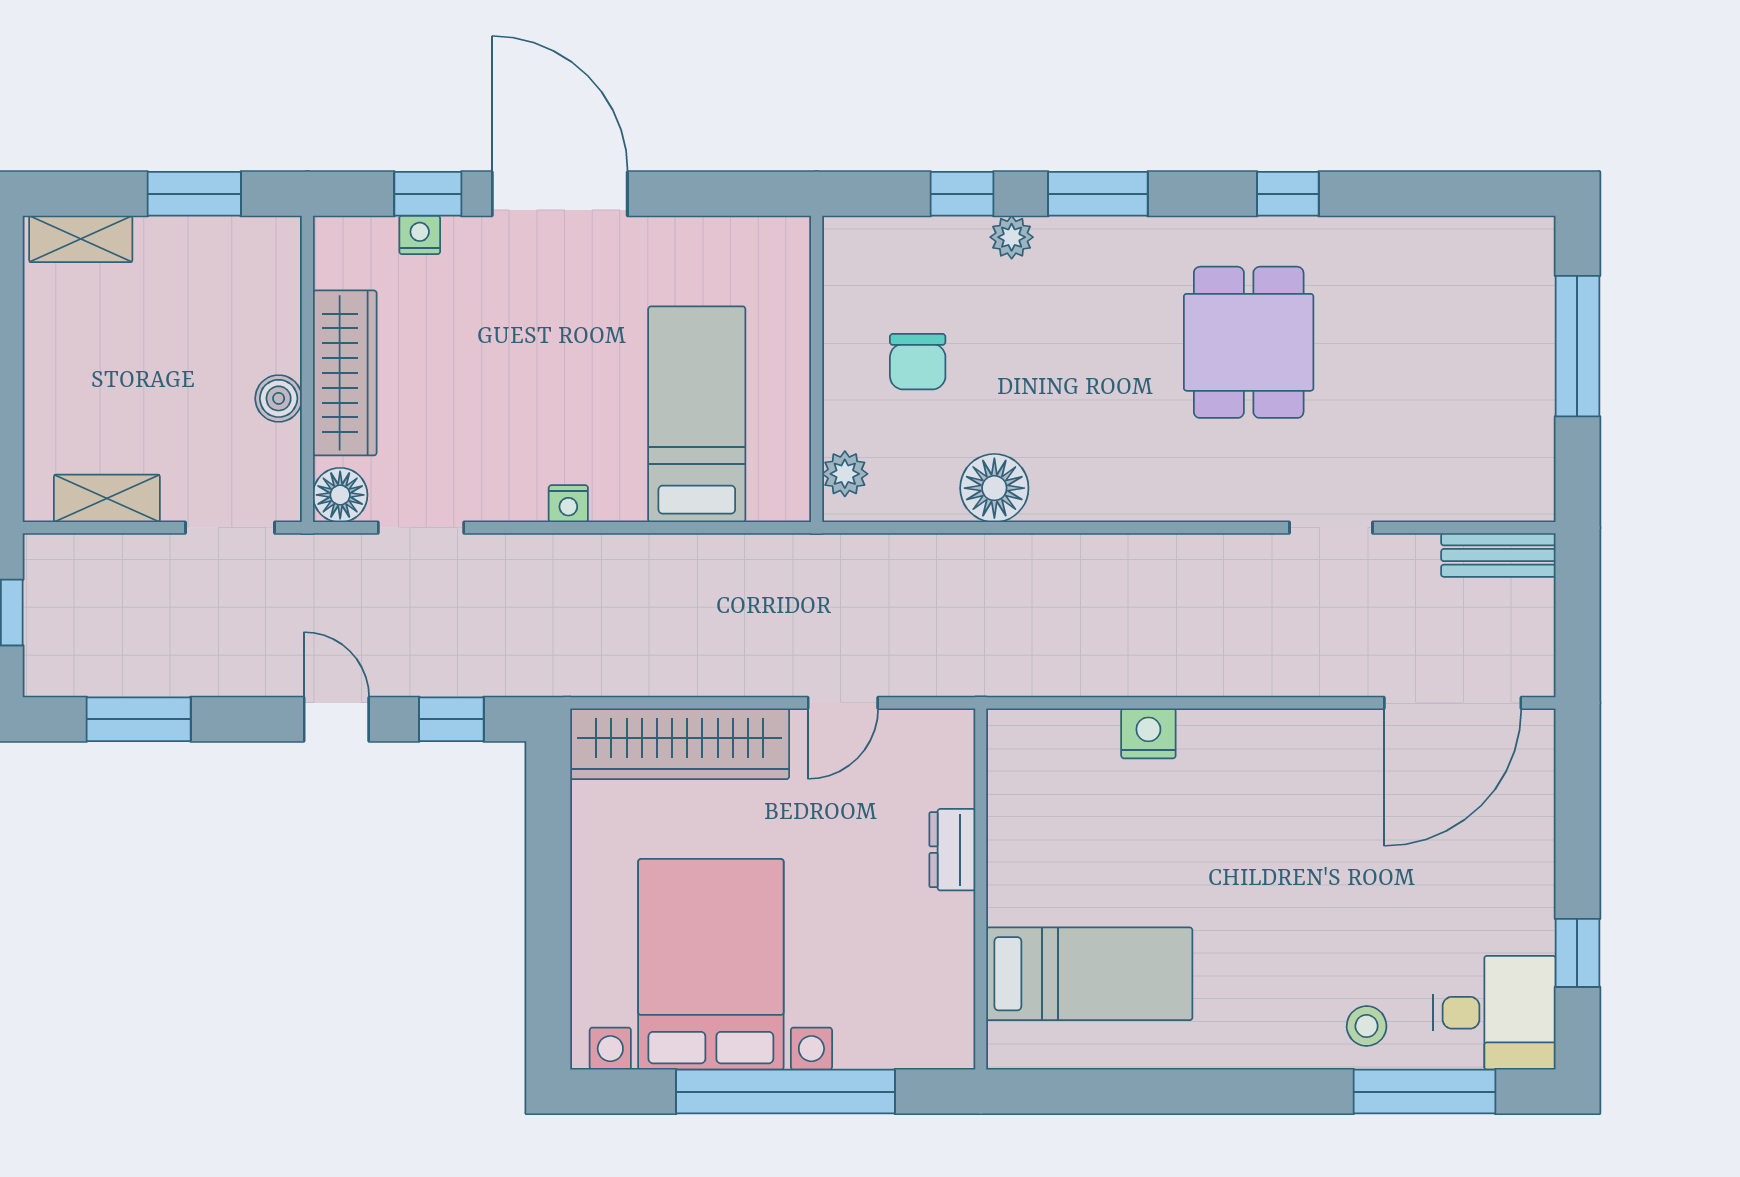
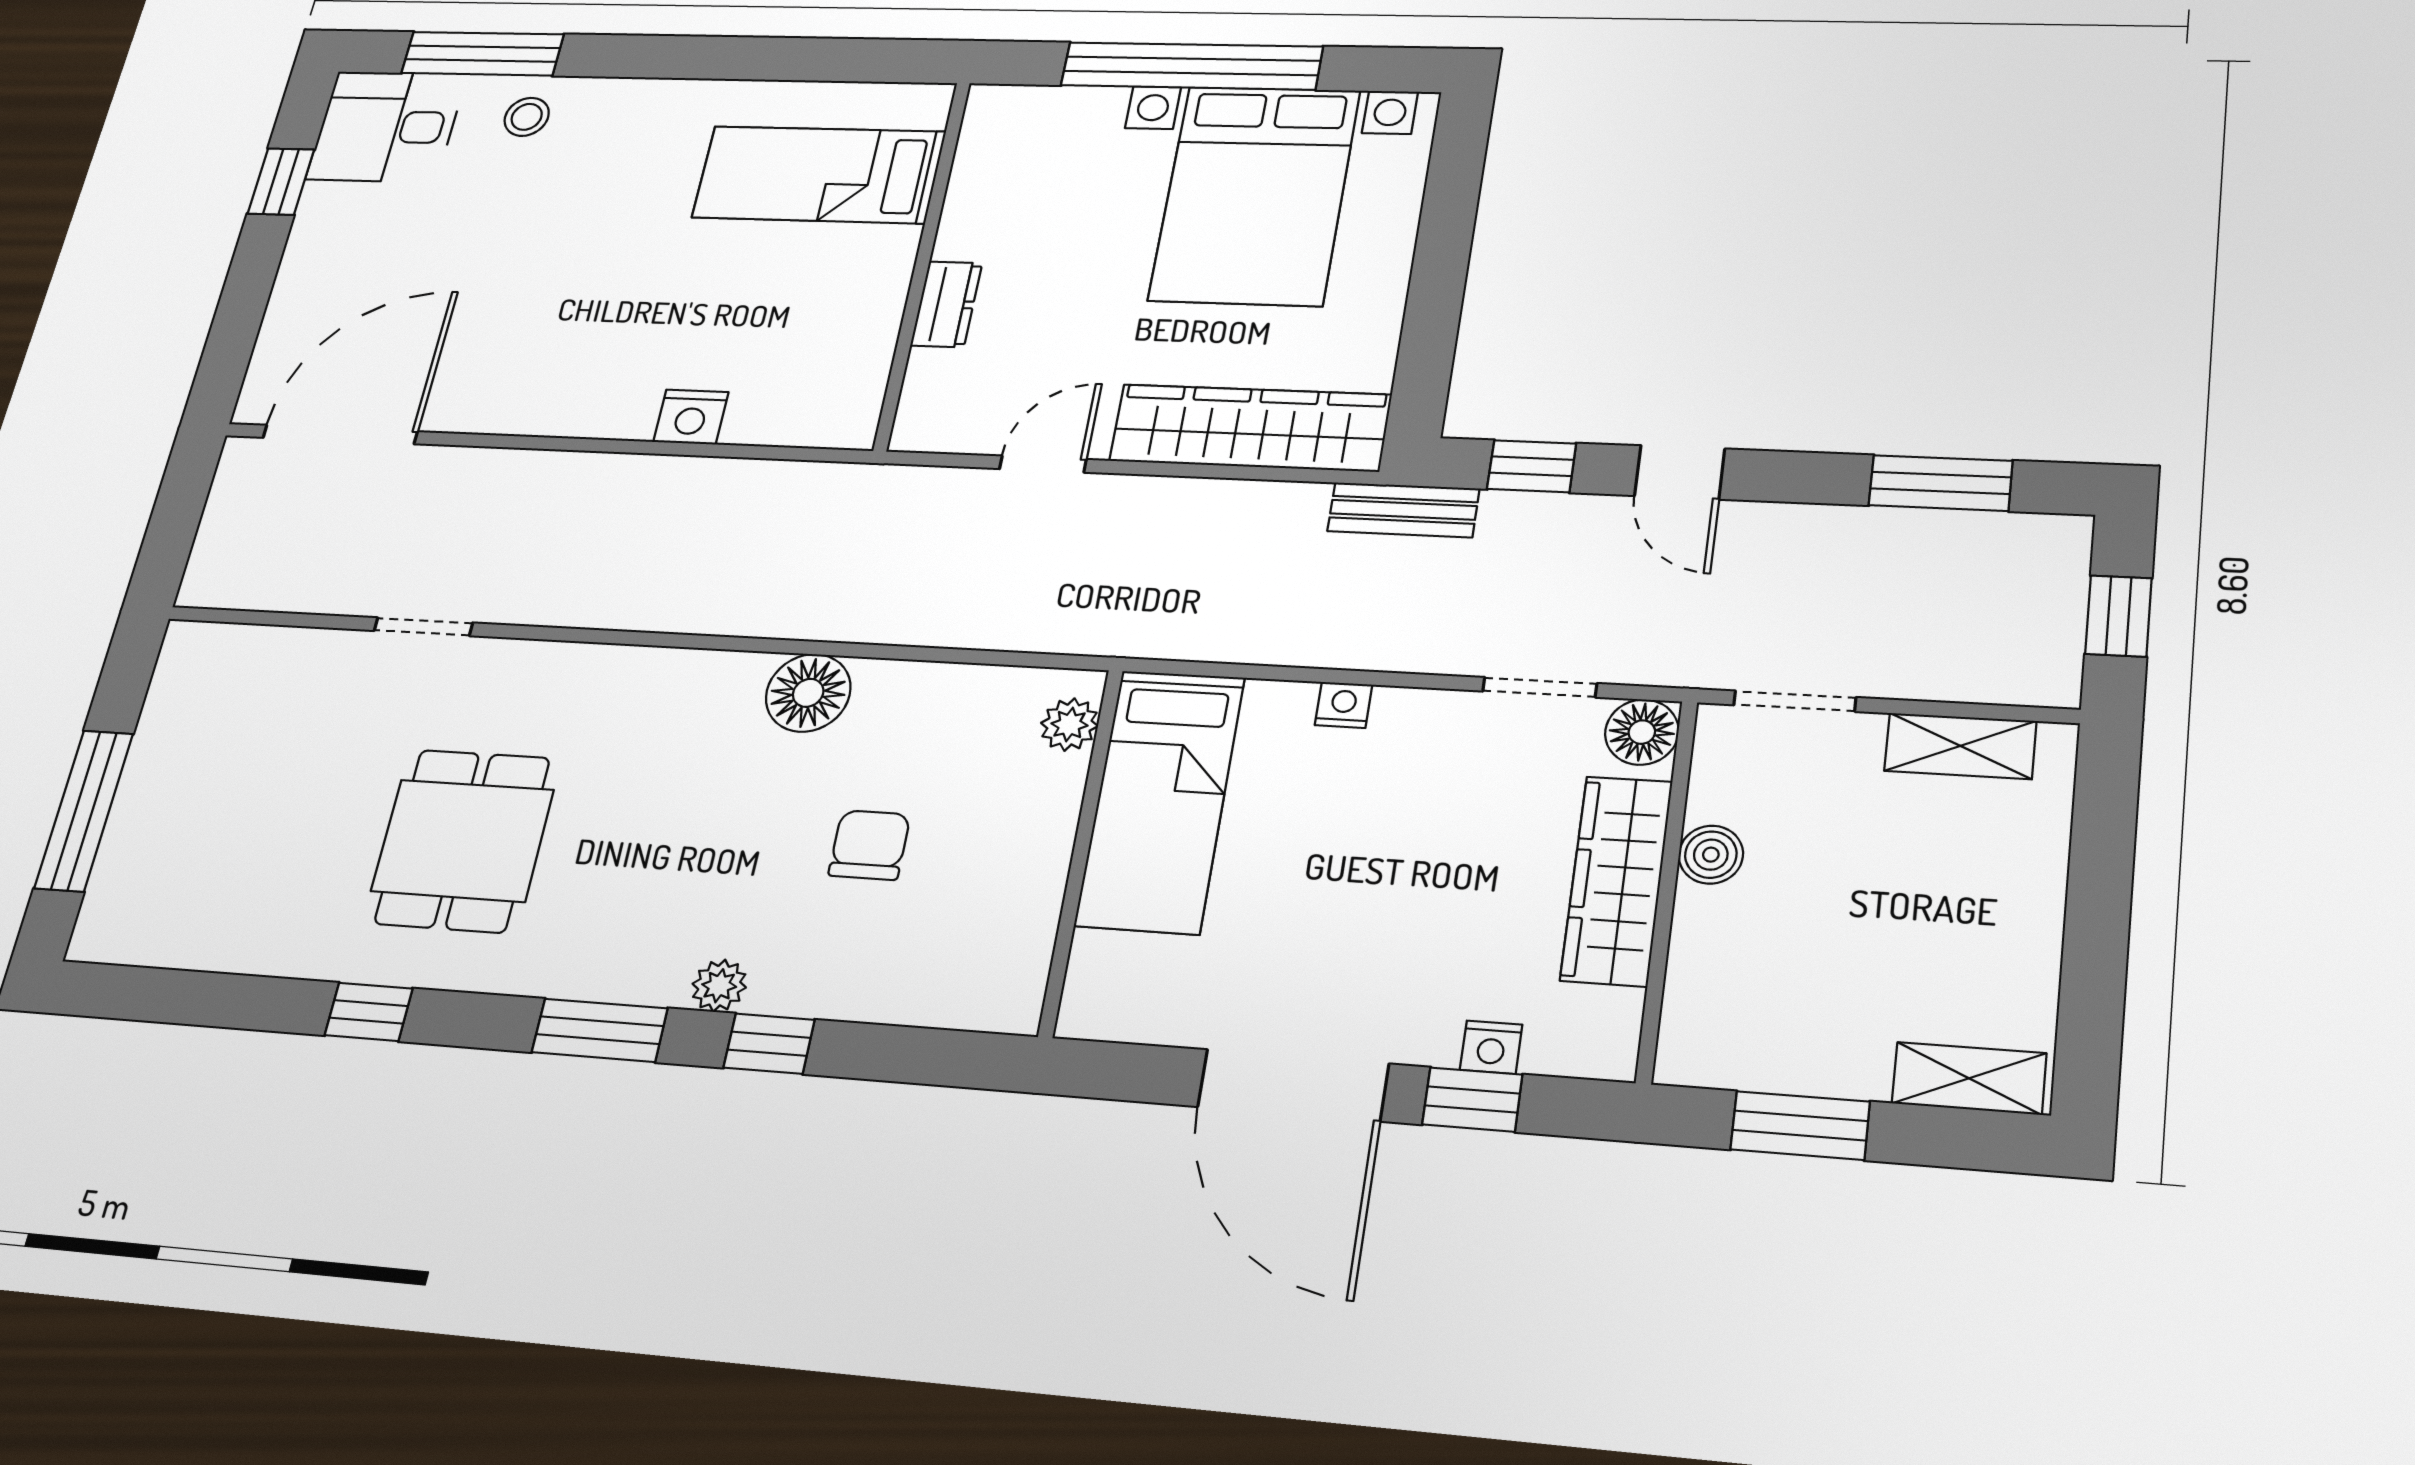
wall: (817, 369) -> (1081, 850), moved
plant: (845, 474) -> (1069, 724), moved
bench: (1498, 555) -> (1403, 510), moved

